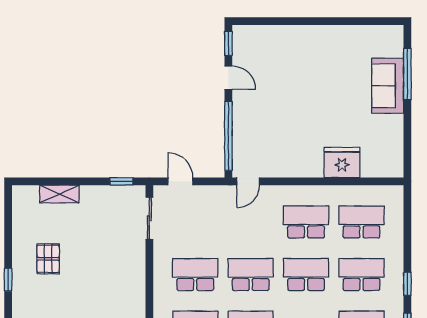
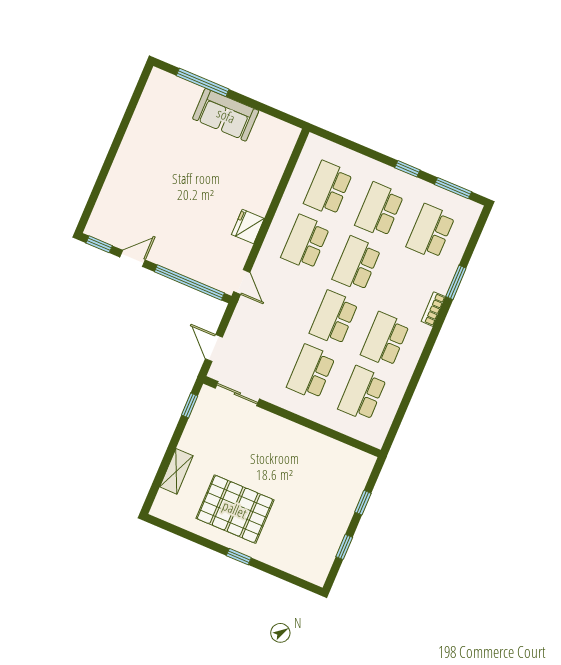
sofa: (388, 86) -> (226, 115), moved
fridge: (342, 162) -> (248, 227), moved, width x0.73, depth x0.75
door: (180, 181) -> (214, 348), hinge flipped
pallet: (48, 259) -> (235, 509), width x2.05, depth x2.00

